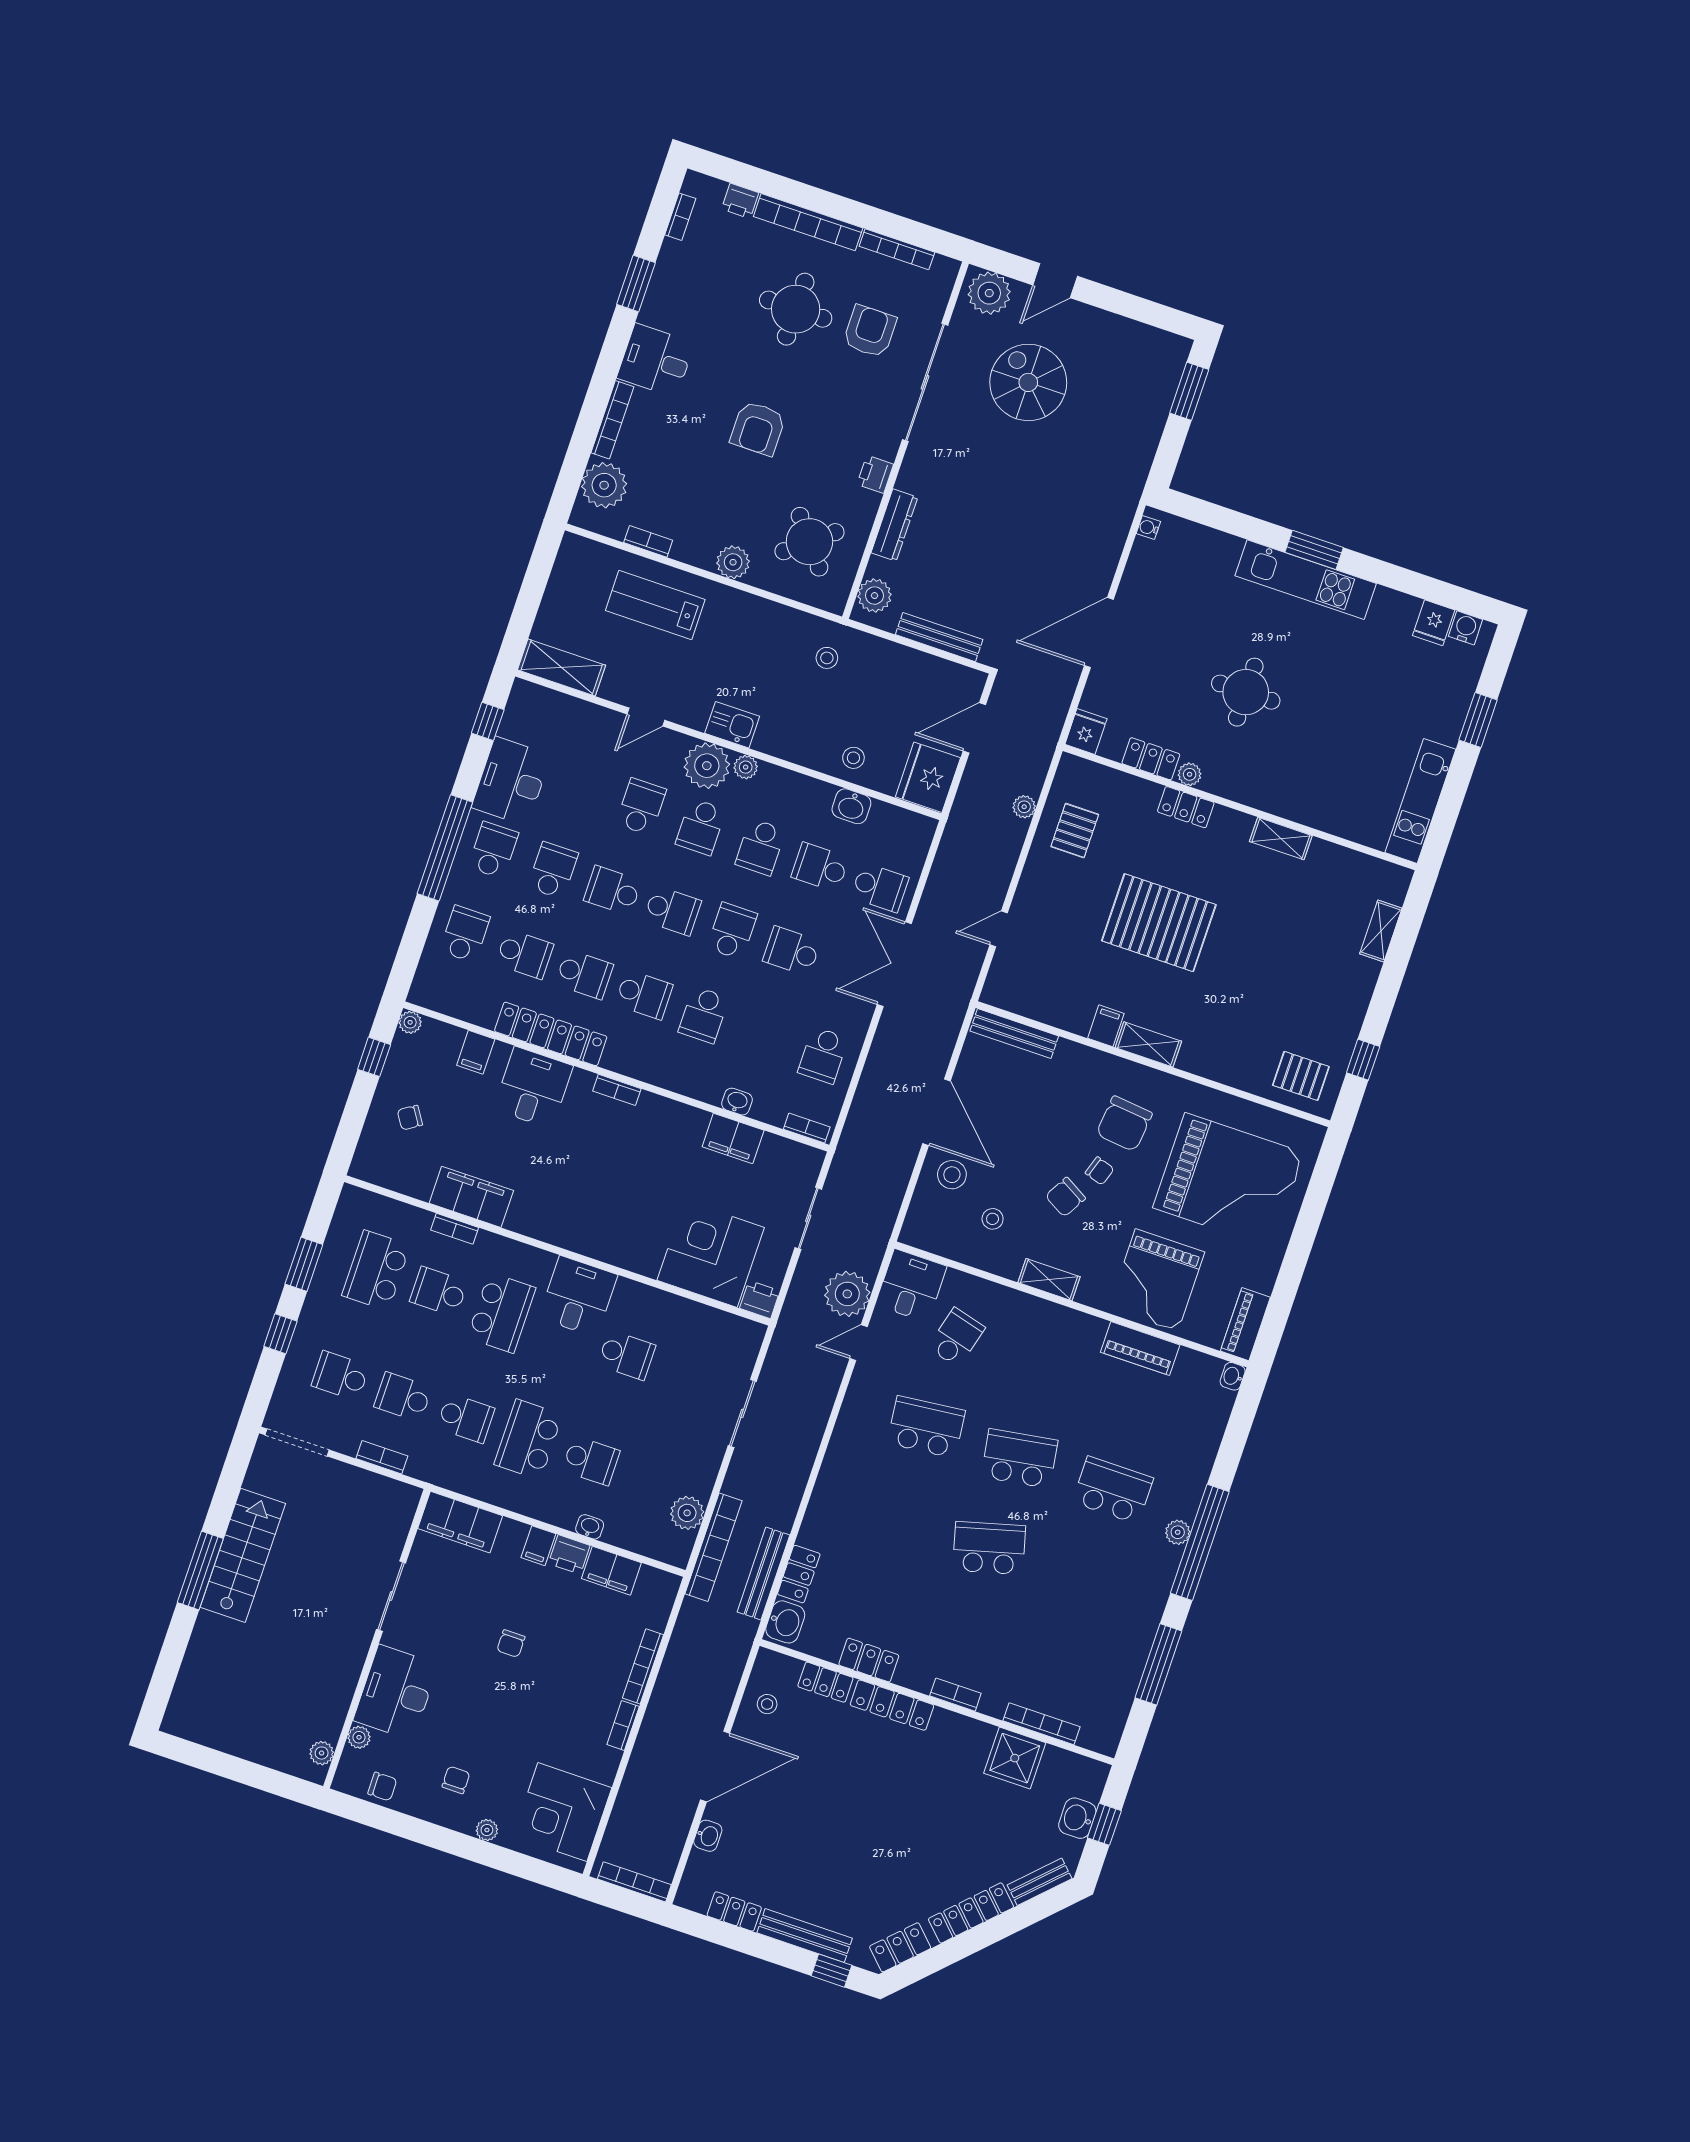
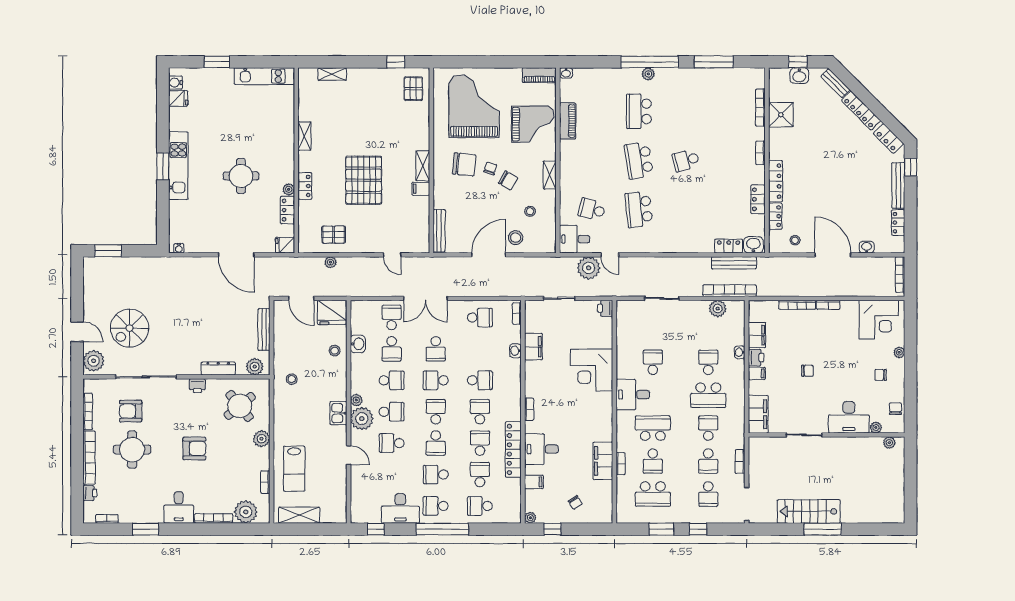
shelving: (562, 668) -> (299, 515), moved, turned 90
corner desk: (711, 1254) -> (592, 370), moved
school desk: (989, 1548) -> (686, 160), width x0.54

